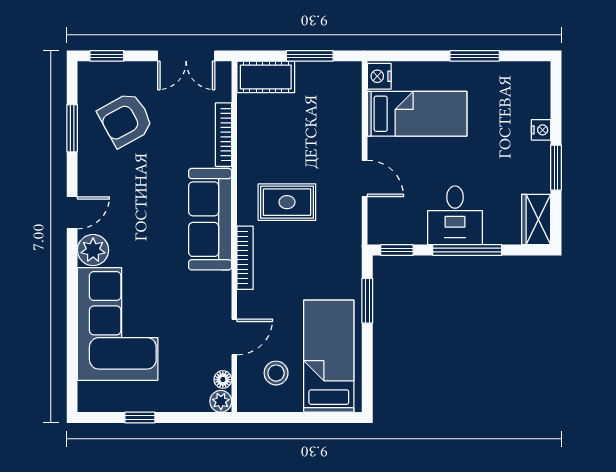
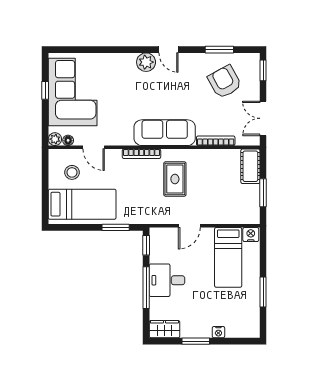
corner sofa: (118, 324) -> (73, 92), moved, turned -90

